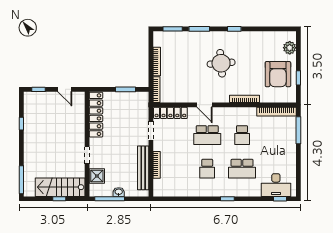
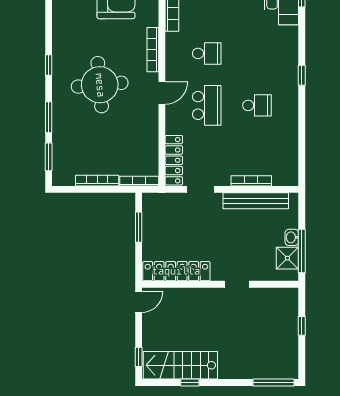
round table: (221, 63) -> (100, 85), width x1.36, depth x1.36
door: (65, 89) -> (139, 302), moved
door: (204, 105) -> (162, 93), moved
school desk: (242, 169) -> (257, 53), removed
shower: (97, 176) -> (287, 258), moved
stairs: (60, 187) -> (180, 365), moved, turned 90

